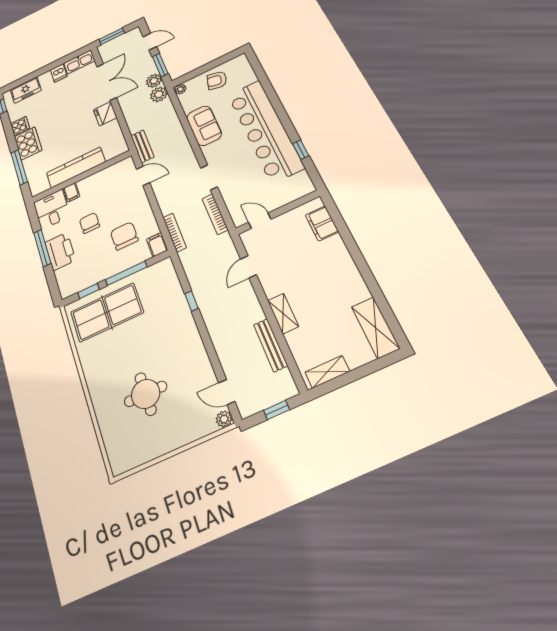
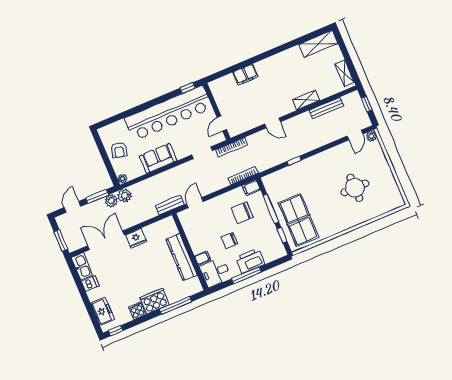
wall: (277, 212) -> (217, 111), moved
door: (260, 221) -> (222, 123), moved

